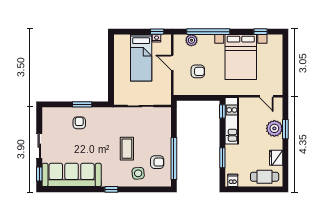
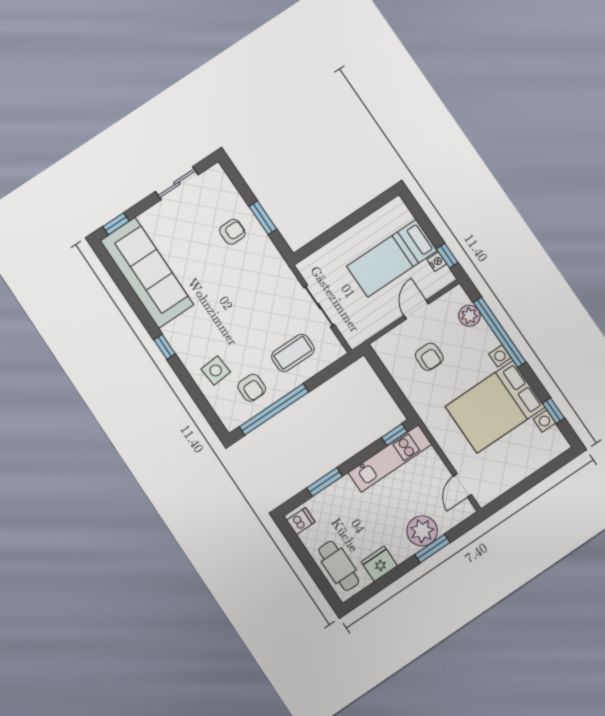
sliding door: (39, 146) -> (177, 183), moved
coffee table: (127, 149) -> (293, 353), moved

